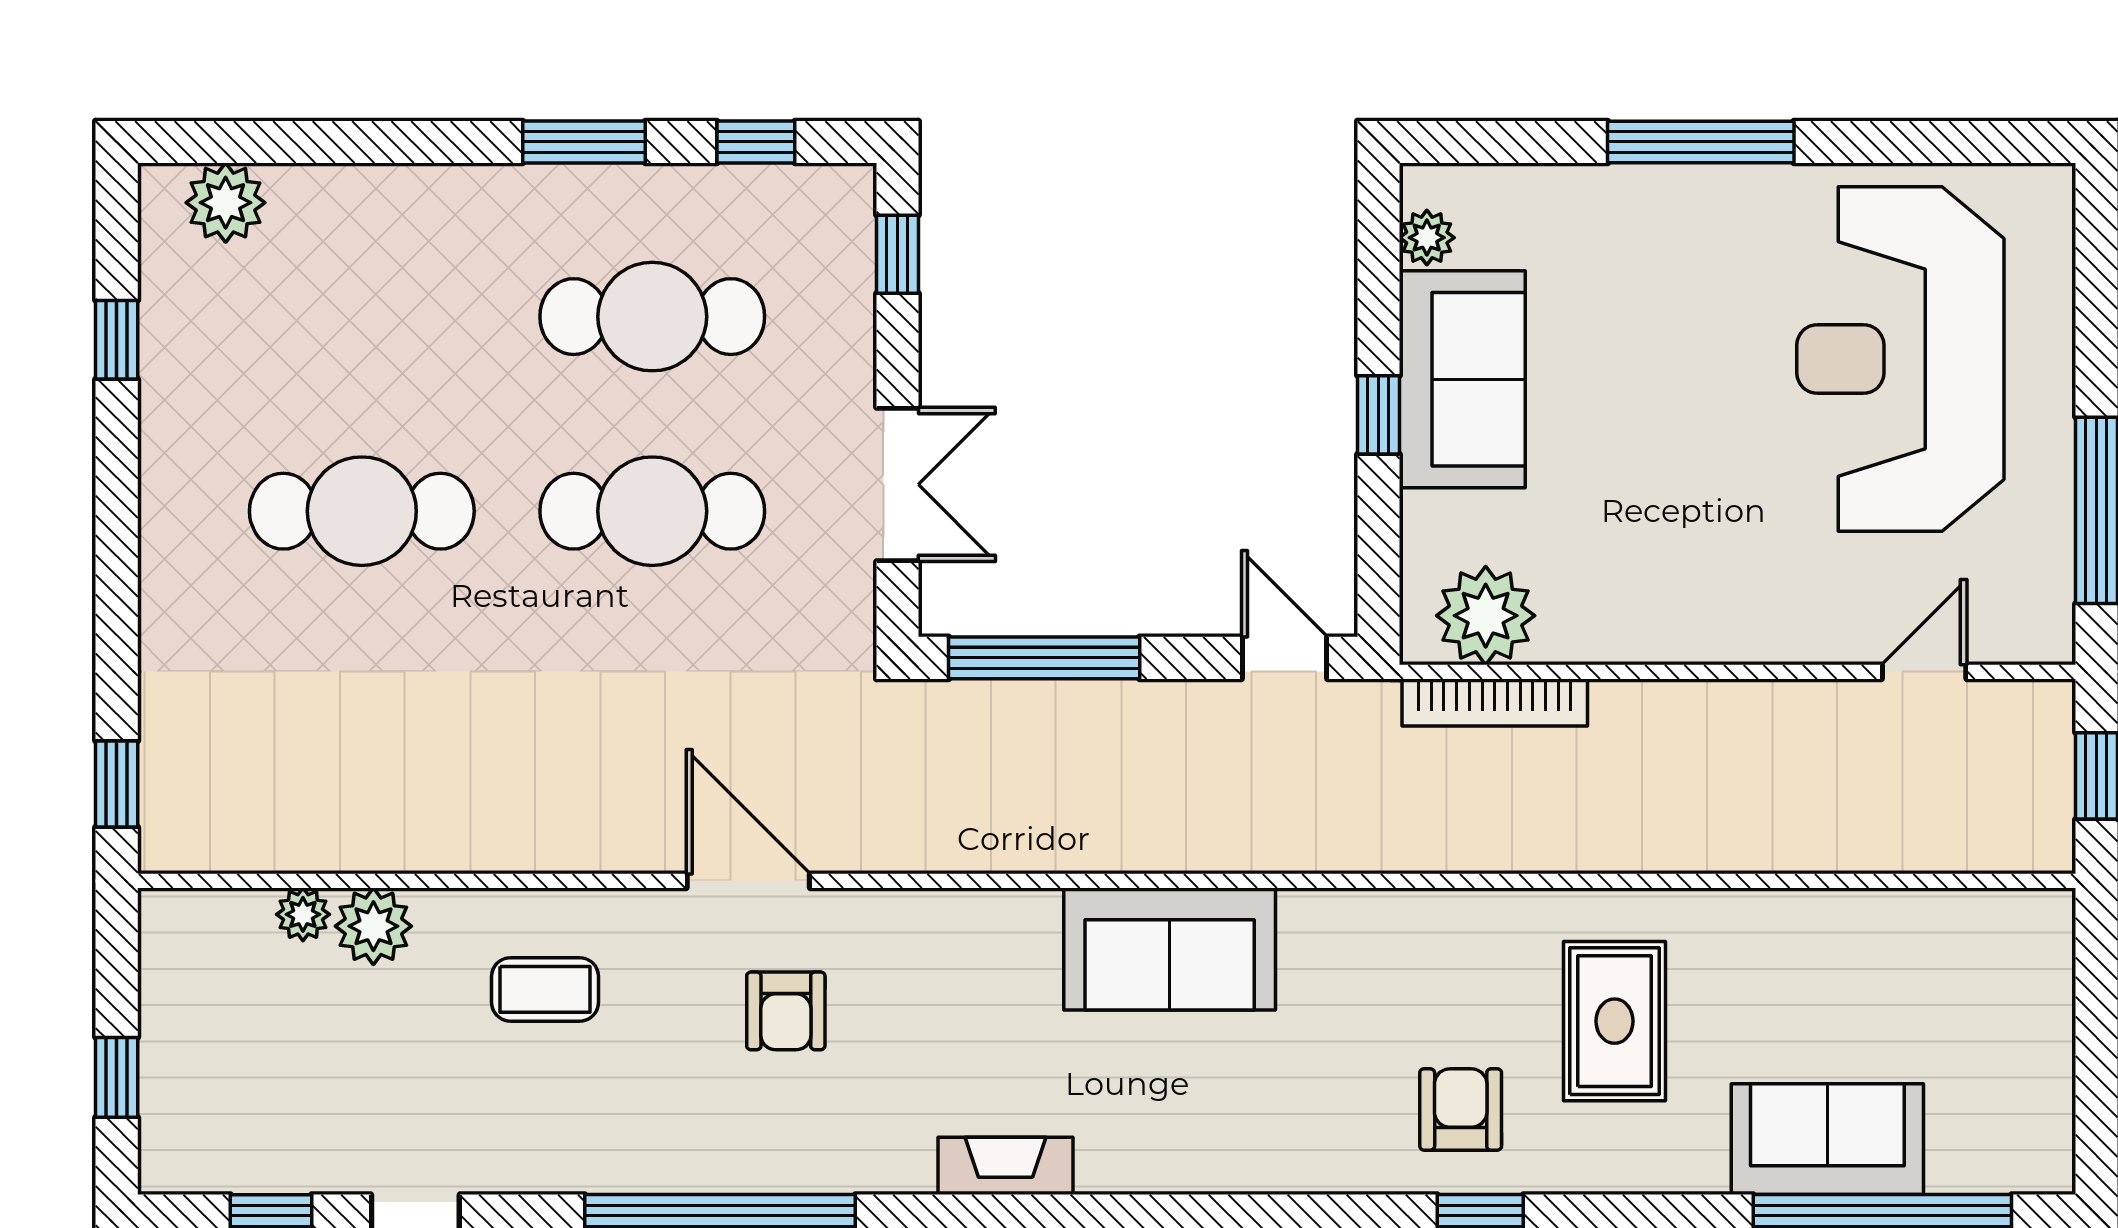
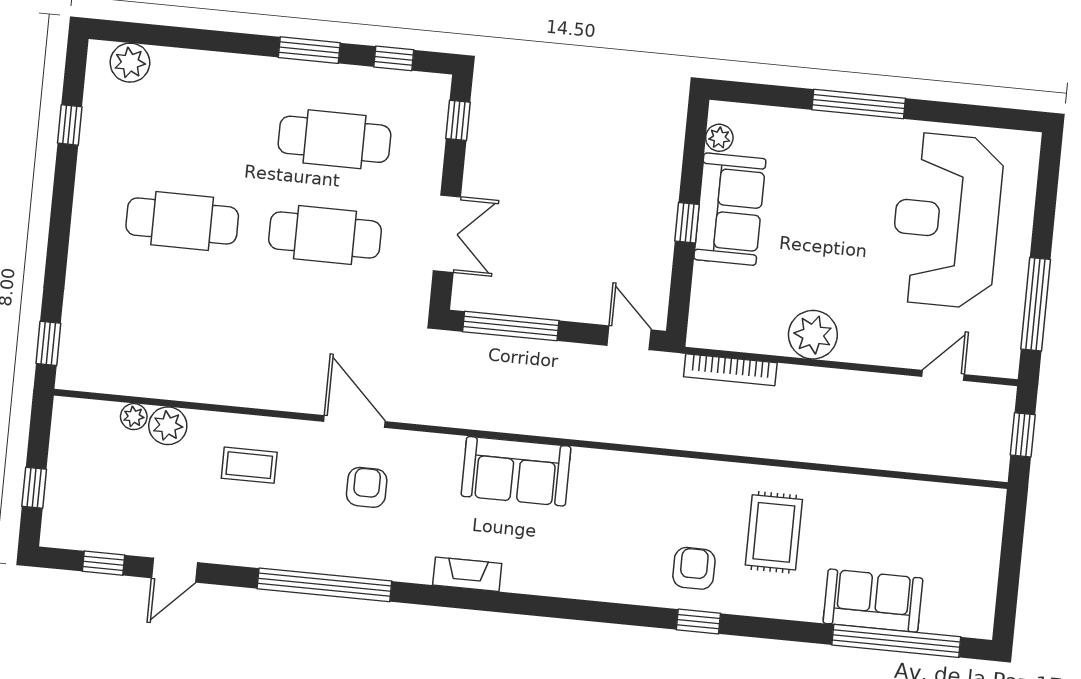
plant: (1486, 616) -> (813, 335), moved
sofa: (1170, 949) -> (516, 471), moved
armchair: (786, 1011) -> (367, 487), turned 180

